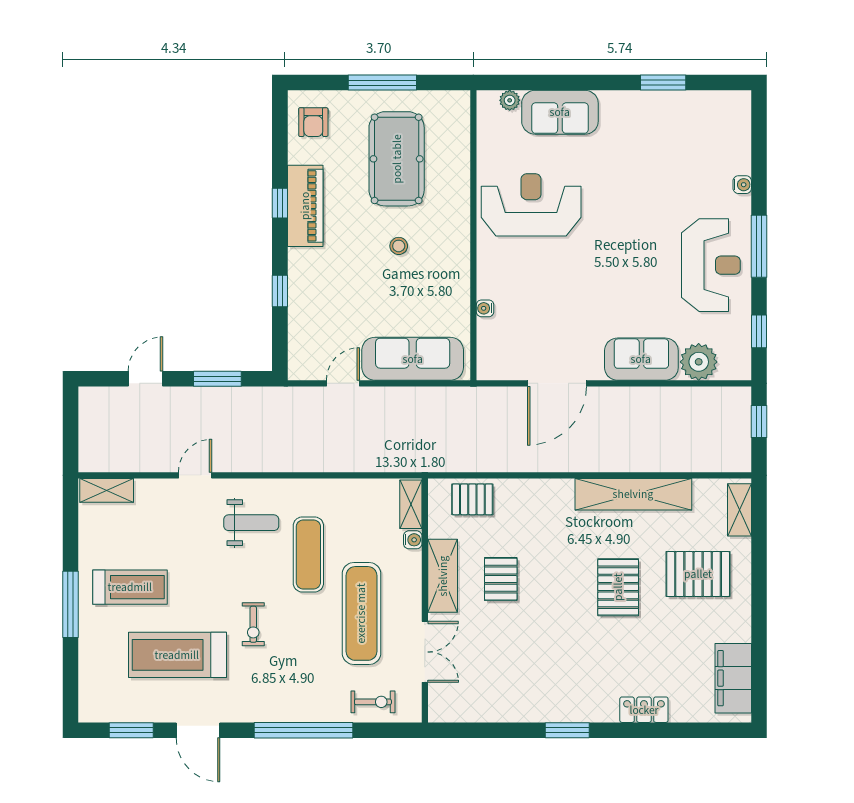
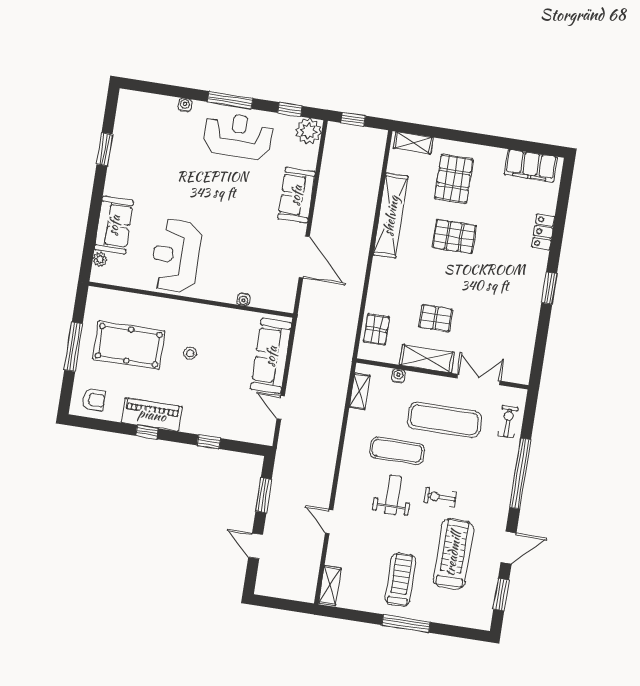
plant: (699, 362) -> (308, 131), moved
shelving: (411, 504) -> (360, 391), moved, turned 90
weight bench: (251, 523) -> (393, 495), moved
exercise bike: (253, 624) -> (440, 497), turned 180
treadmill: (177, 655) -> (453, 554), turned 180

